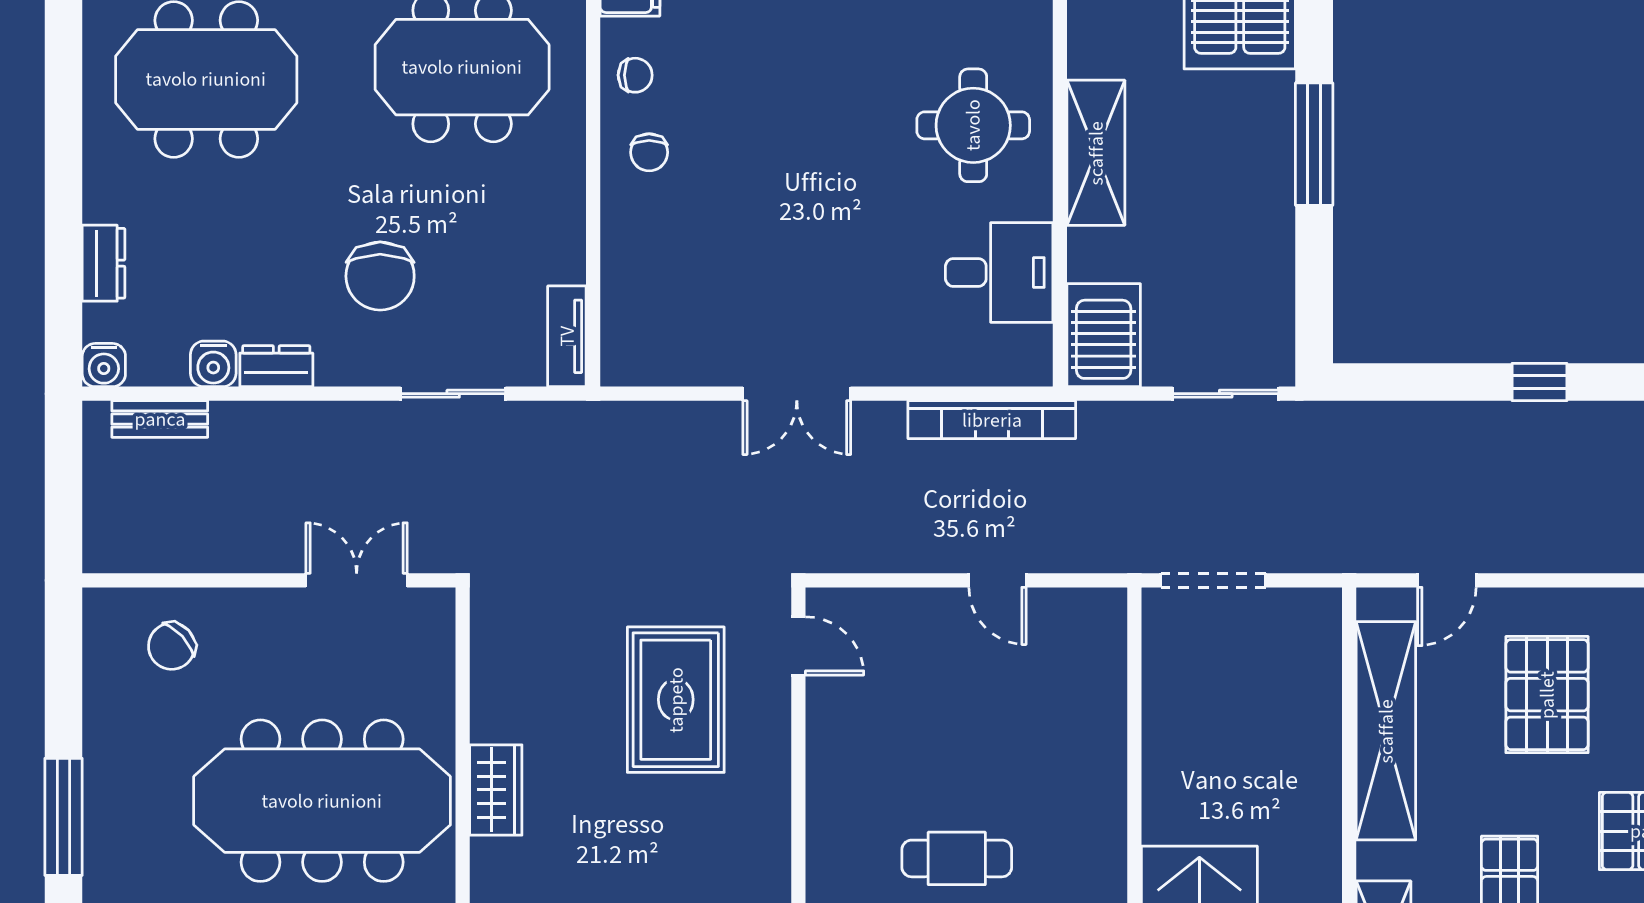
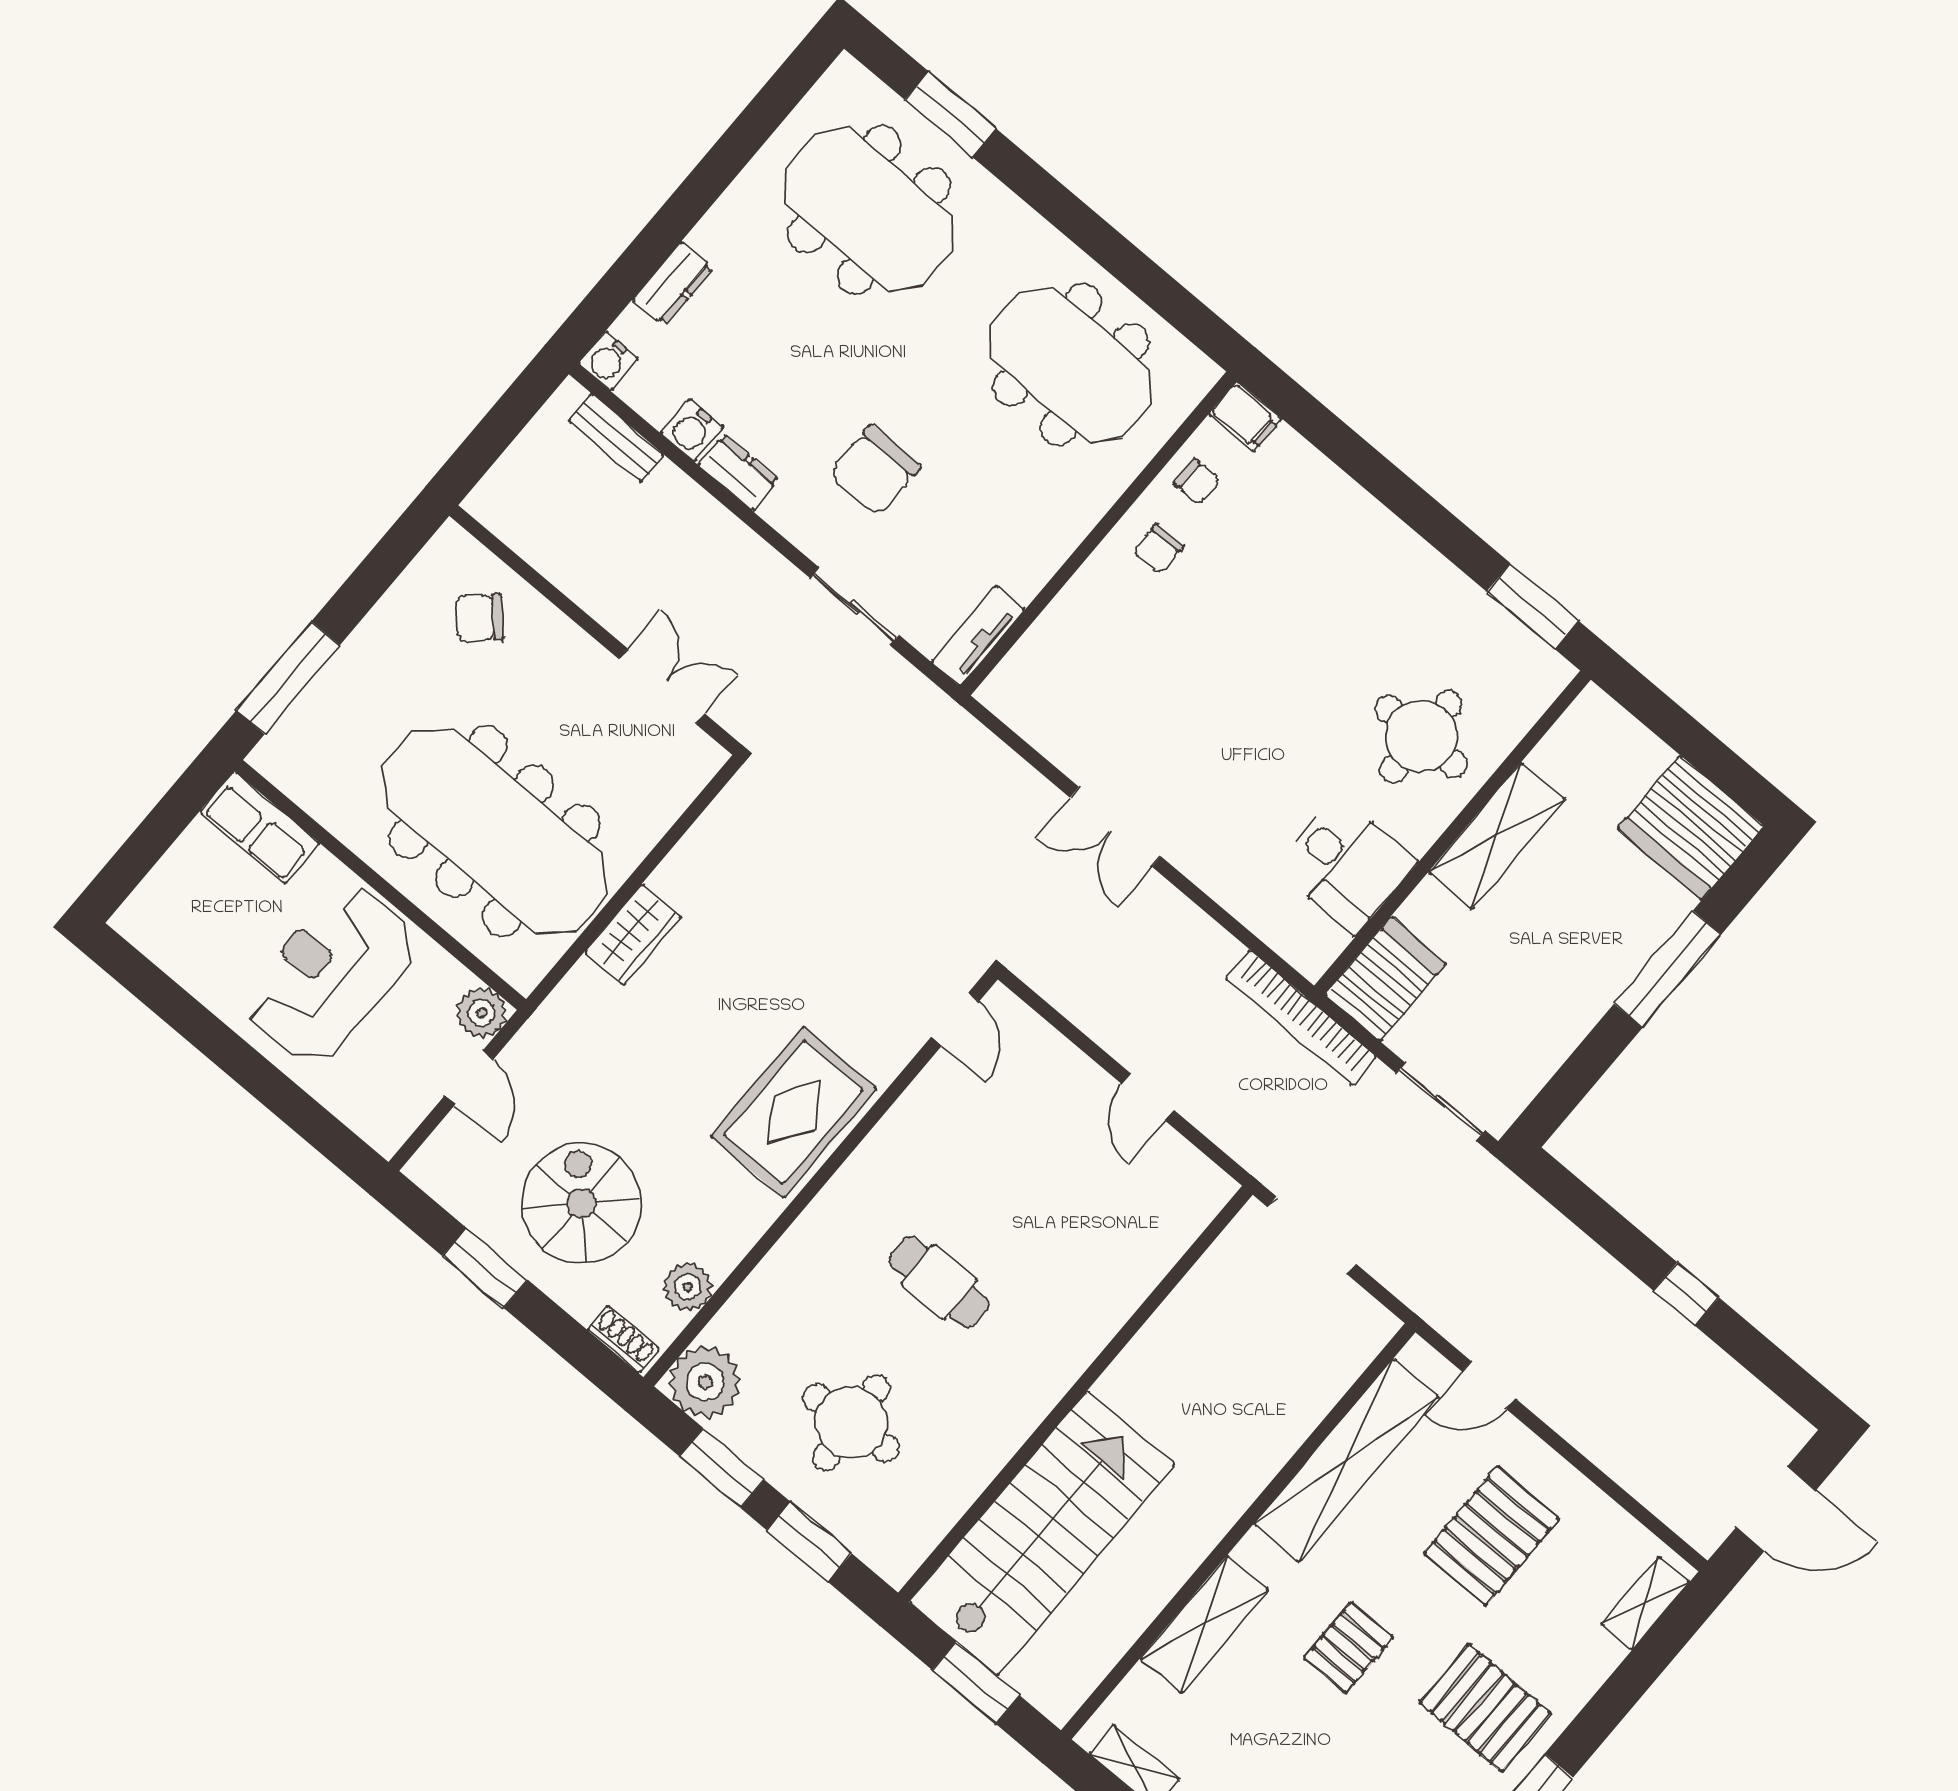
bookcase: (992, 420) -> (1301, 1018), moved
rug: (676, 700) -> (794, 1112), moved

